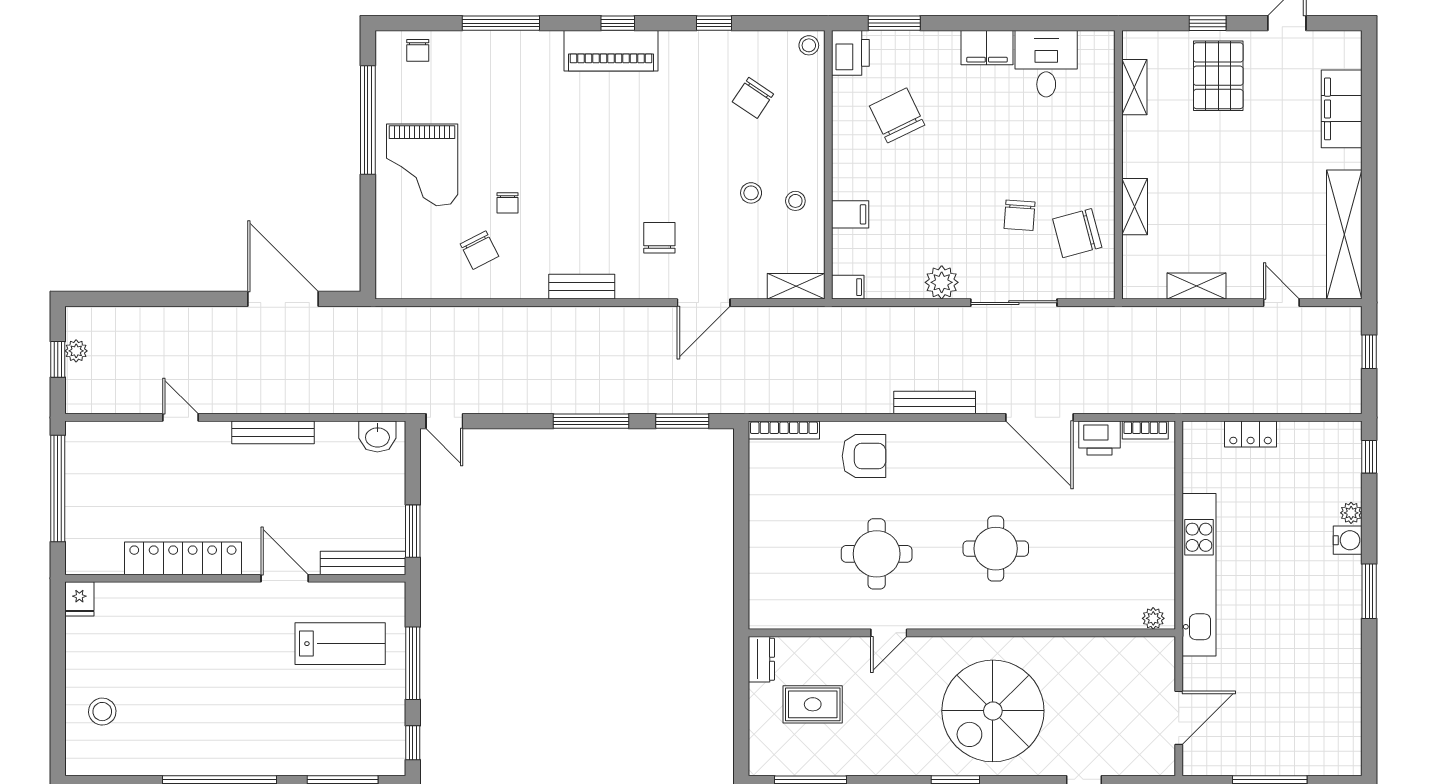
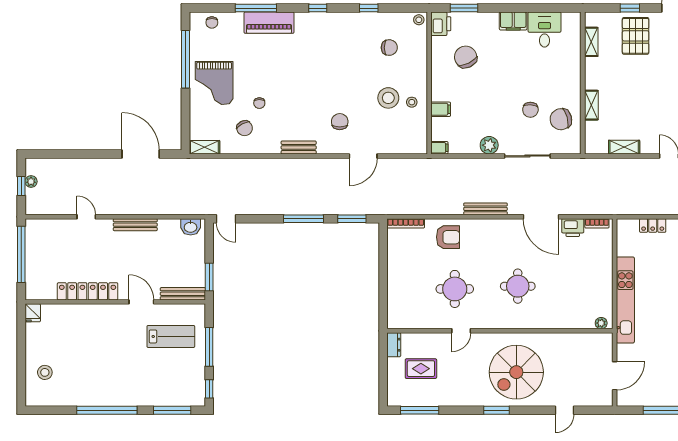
piano: (611, 51) -> (269, 23), moved
chair: (753, 98) -> (389, 48), turned -124
stool: (751, 193) -> (388, 98), width x1.89, depth x1.89
shelving: (796, 286) -> (204, 147), moved

